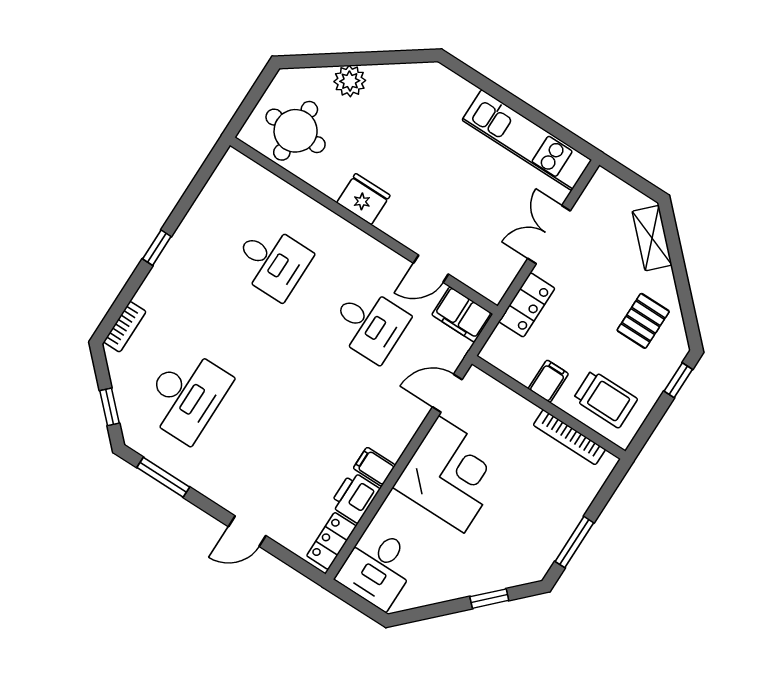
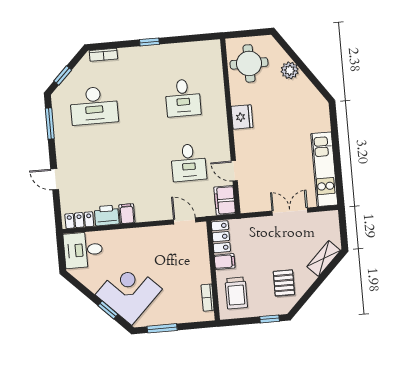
locker: (527, 305) -> (221, 237), moved, turned -90
pallet: (643, 321) -> (284, 283), turned 90
bookcase: (569, 437) -> (208, 298), width x0.64
corner desk: (451, 474) -> (129, 292), moved, turned -135

